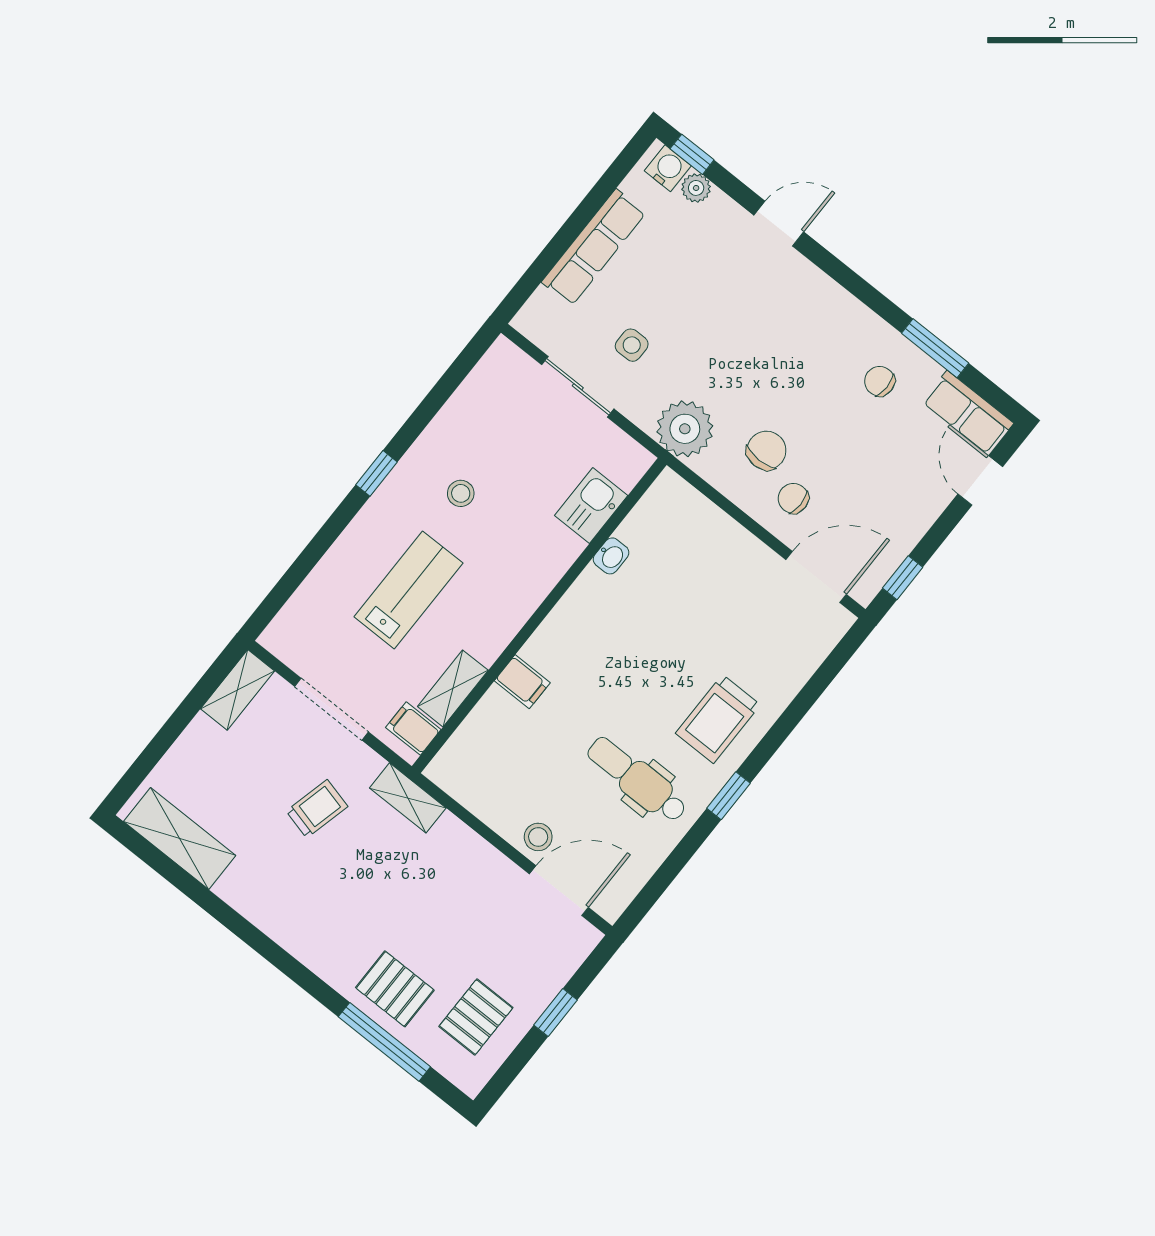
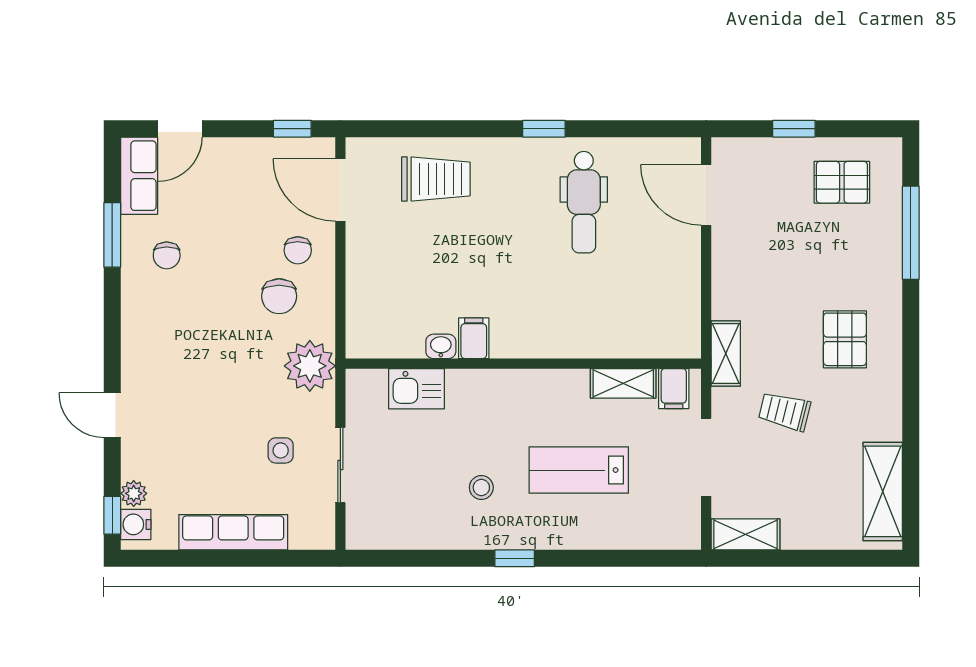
chair: (766, 450) -> (279, 296), turned -90
filing cabinet: (522, 682) -> (474, 338), moved
trolley: (718, 719) -> (436, 179), moved
stool: (538, 837) -> (680, 240), removed
pallet: (395, 989) -> (845, 339), moved

